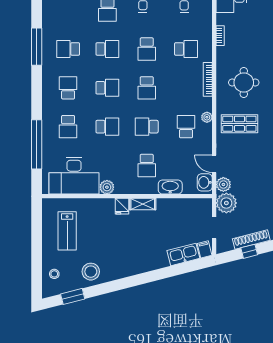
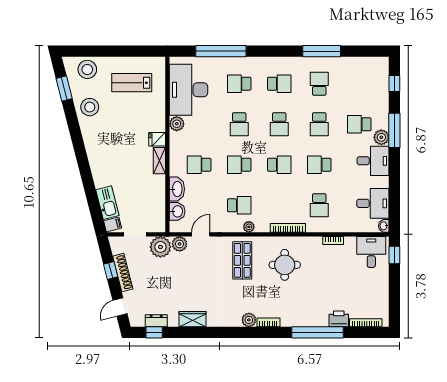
school desk: (147, 88) -> (279, 165), turned 180
school desk: (147, 127) -> (239, 165), turned -90
washbasin: (205, 182) -> (177, 211), moved, turned 90
stool: (54, 274) -> (87, 69), width x1.89, depth x1.89

